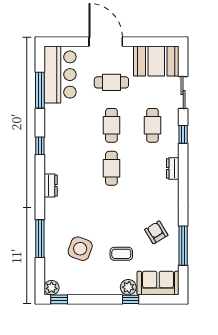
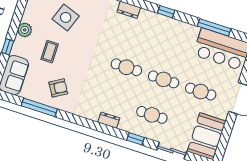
cafe table: (111, 82) -> (201, 92), turned 90
plant: (128, 287) -> (25, 30), moved

